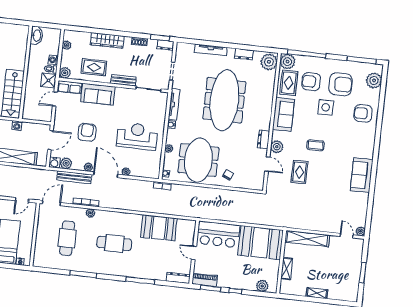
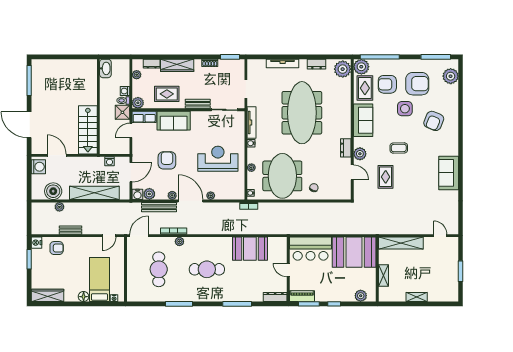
dresser: (166, 45) -> (152, 64), moved
armchair: (363, 113) -> (434, 121), moved, turned -68
washing machine: (17, 126) -> (110, 161), moved
plant: (361, 231) -> (454, 230), removed

